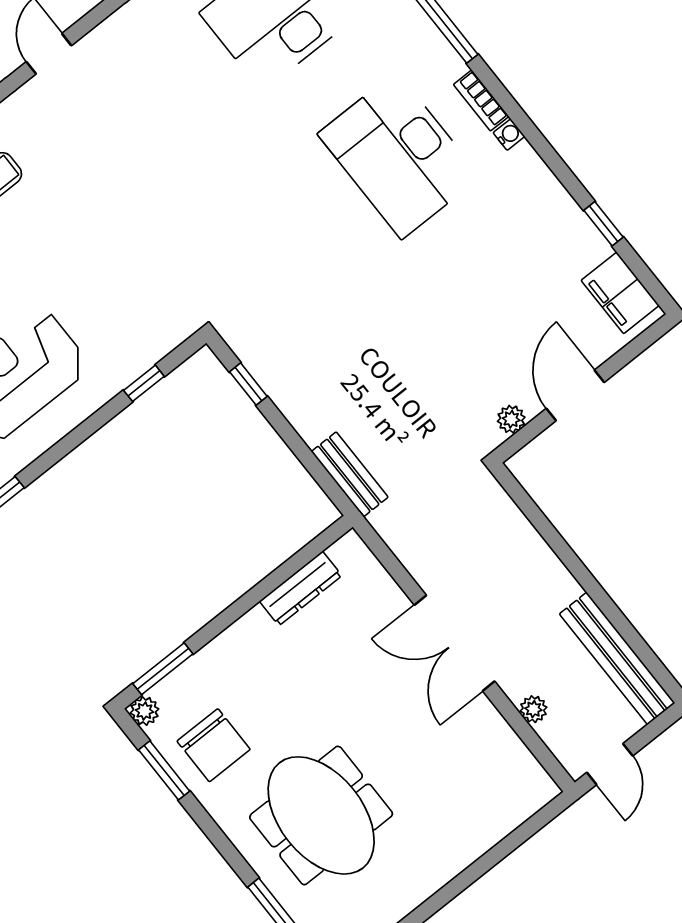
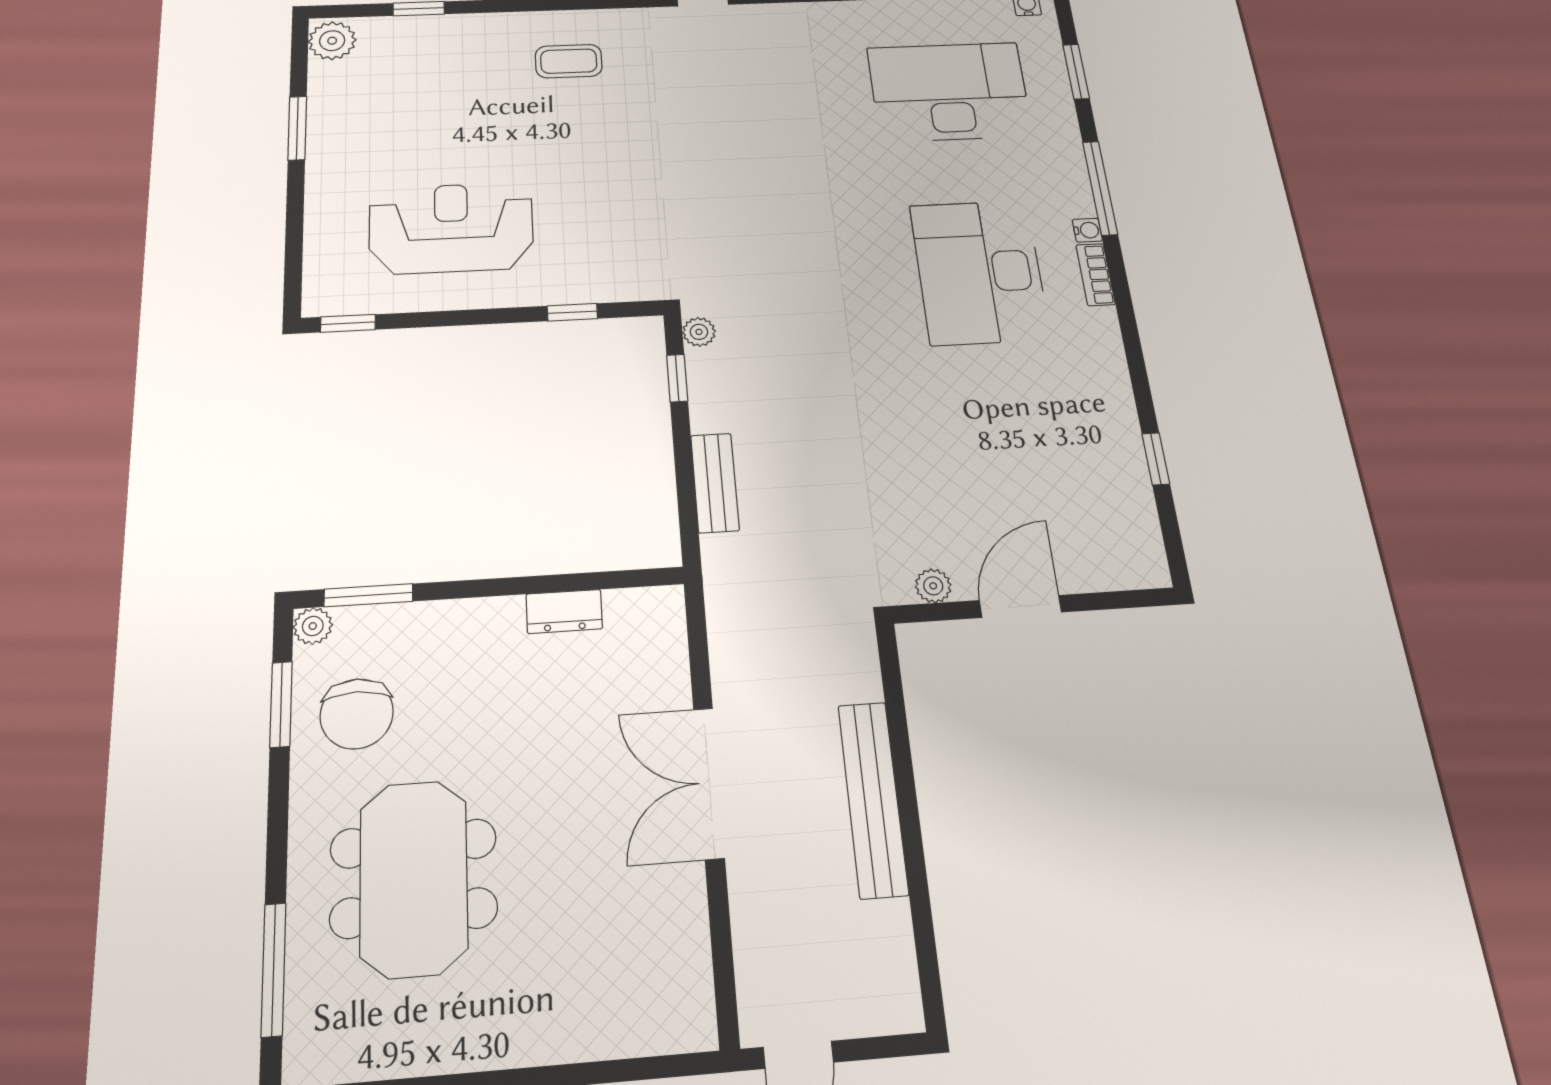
water cooler: (509, 135) -> (1087, 230), moved
filing cabinet: (620, 293) -> (1134, 535), removed
bench: (350, 474) -> (715, 483), moved
dresser: (301, 588) -> (564, 611), width x0.70
bench: (617, 658) -> (873, 799), moved
plant: (533, 709) -> (699, 332), moved

